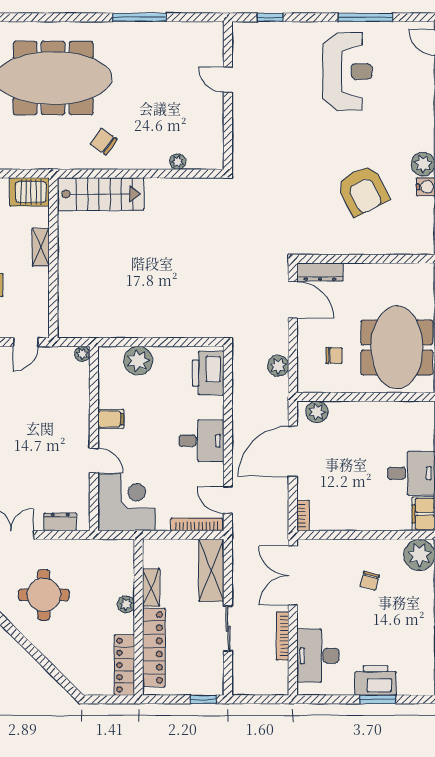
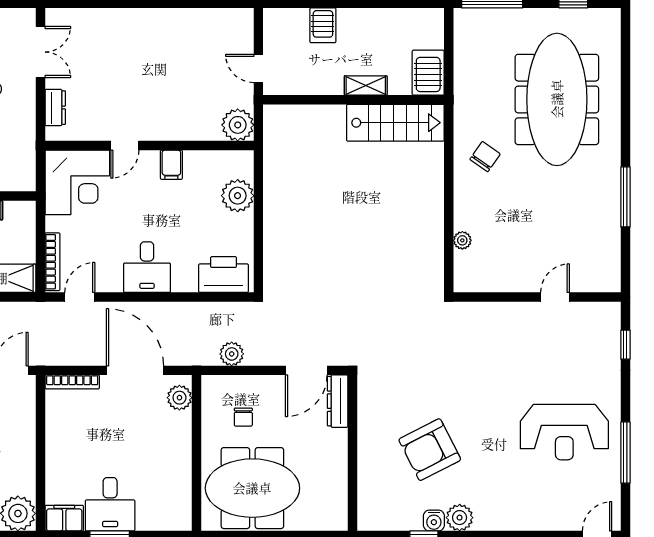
stairs: (101, 194) -> (395, 123), moved, turned -90
plant: (82, 354) -> (238, 125), width x1.87, depth x1.87
bookcase: (303, 516) -> (72, 382), width x1.56

